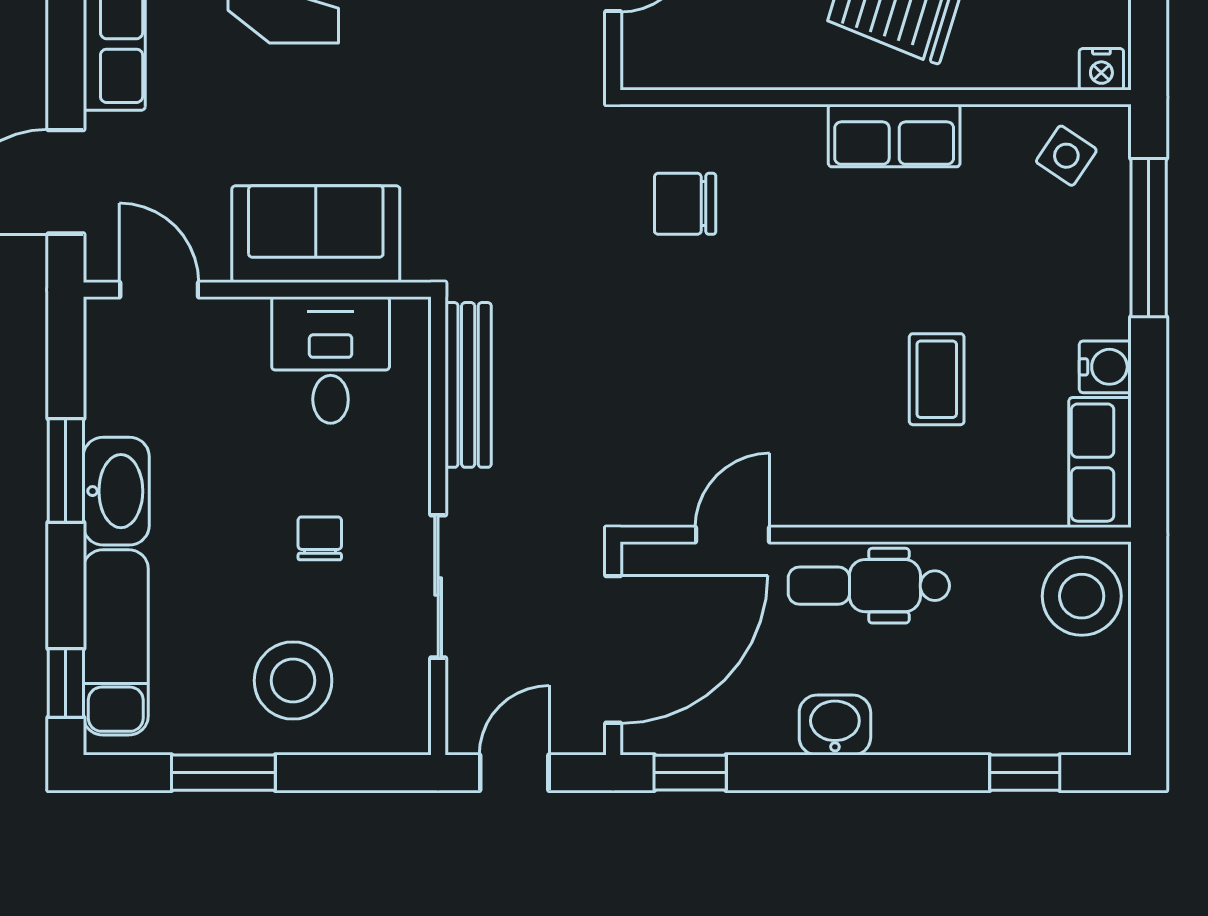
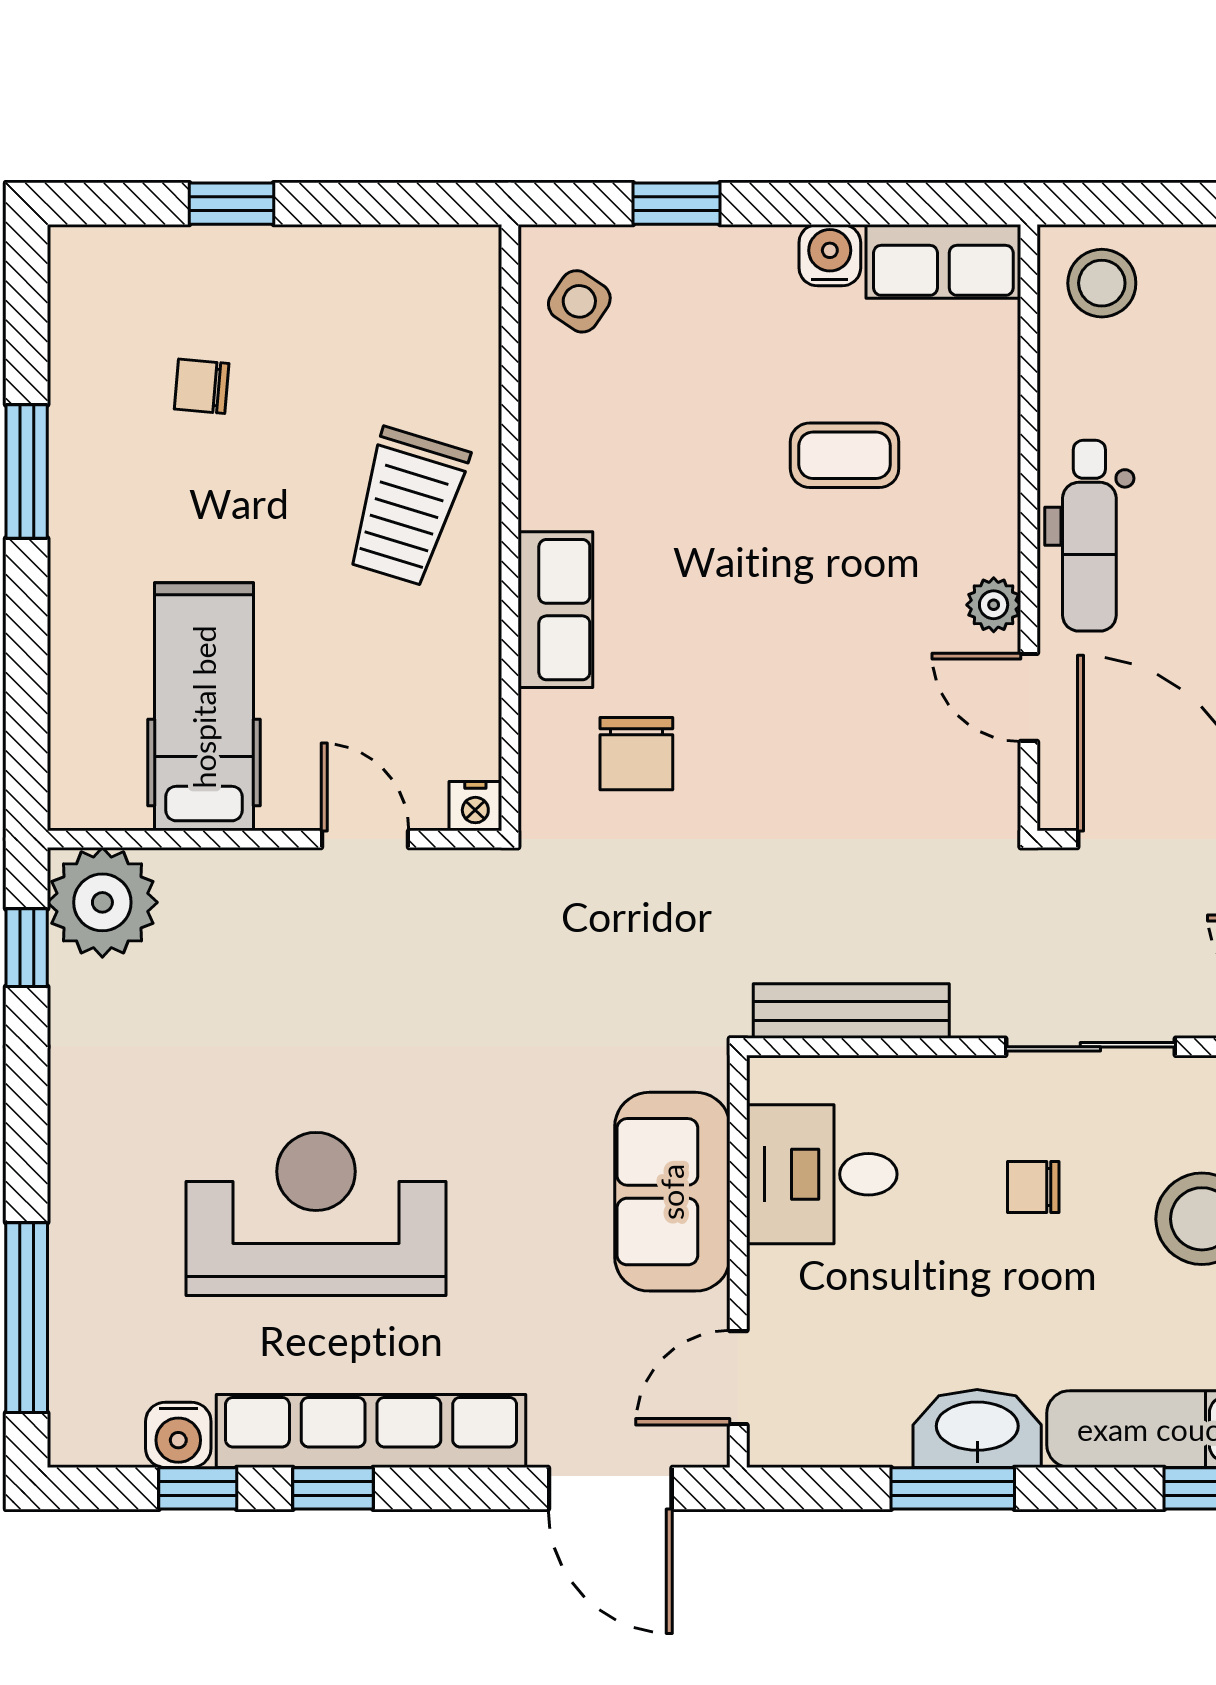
nightstand: (1101, 69) -> (475, 806), moved, turned 90
row of seats: (894, 136) -> (555, 610), moved
window: (1149, 238) -> (676, 204), width x0.46
plant: (811, 505) -> (994, 605), added
stool: (1082, 596) -> (1102, 283), width x0.73, depth x0.73

